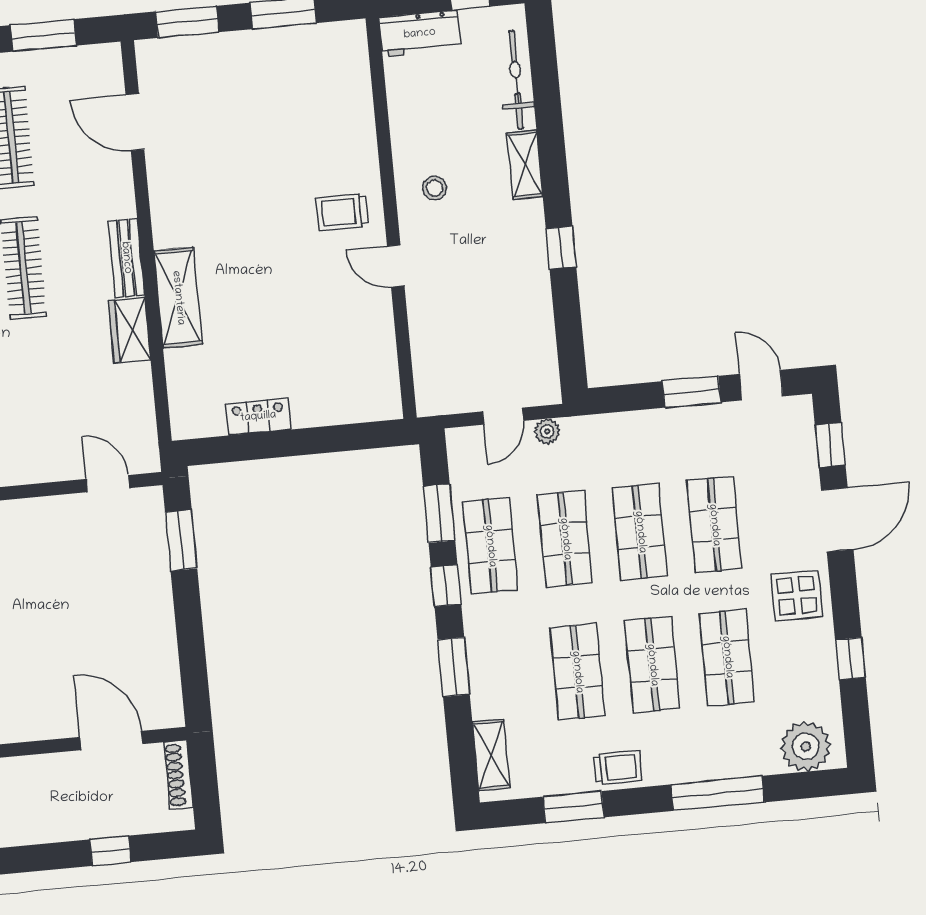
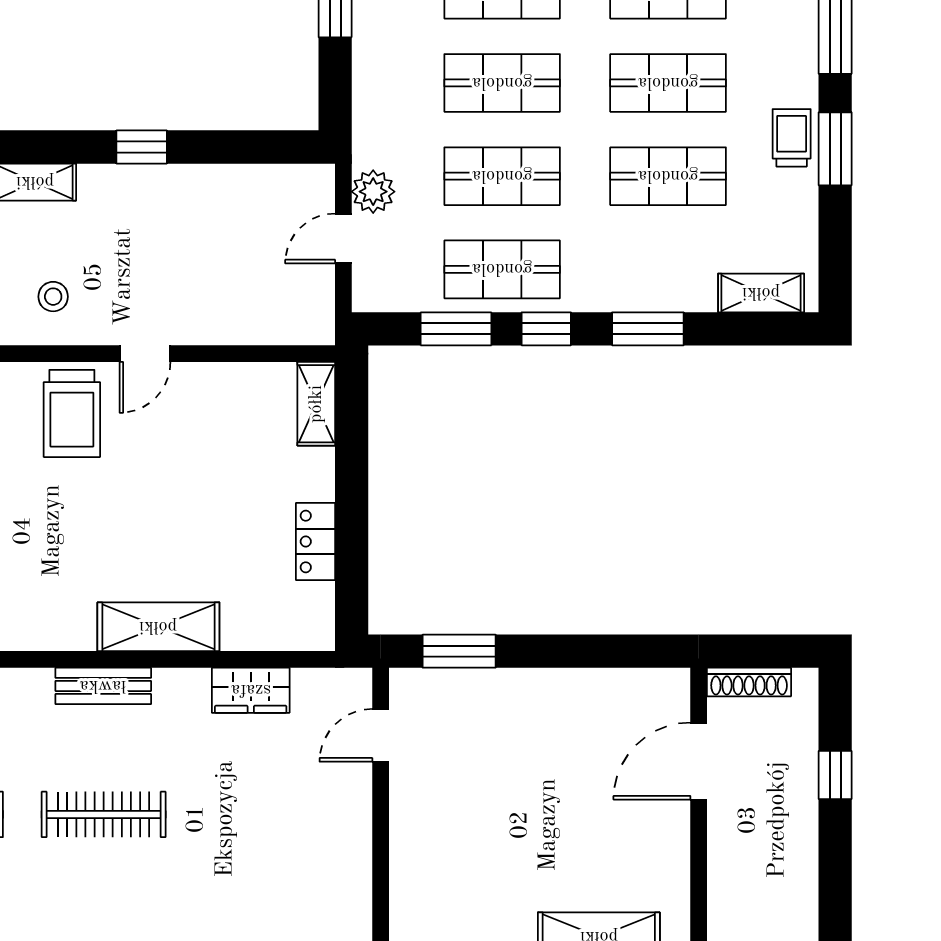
trolley: (342, 212) -> (72, 413), width x1.36, depth x1.39
wardrobe: (130, 330) -> (251, 690), moved
shelving: (369, 407) -> (316, 404), added
door: (503, 416) -> (343, 238), swing flipped
plant: (547, 431) -> (373, 192), width x1.38, depth x1.38
window: (573, 807) -> (835, 149), moved

